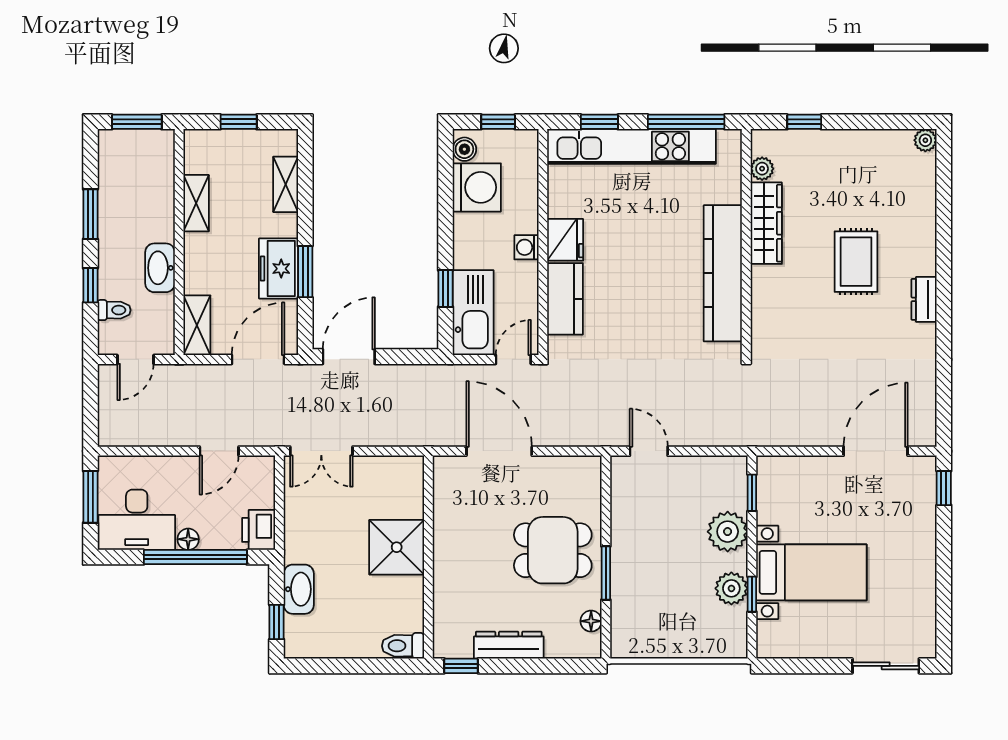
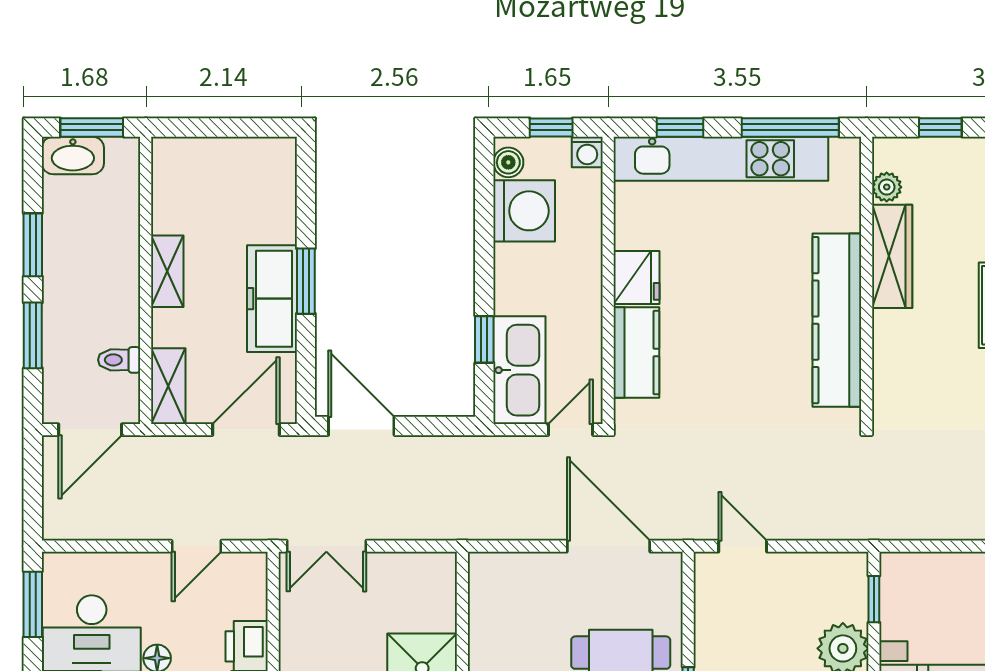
window: (239, 122) -> (221, 127), removed
shelving: (286, 184) -> (281, 207), removed
shelving: (196, 203) -> (167, 271), moved
washing machine: (526, 247) -> (587, 152), moved, turned -90
washbasin: (160, 268) -> (73, 155), moved, turned -90
freezer: (278, 269) -> (272, 299), width x1.40
window: (305, 272) -> (306, 281), moved
window: (90, 285) -> (33, 335), width x1.50
toilet: (114, 310) -> (119, 360), moved, turned 180
door: (349, 357) -> (361, 426), hinge flipped
door: (135, 359) -> (90, 430), width x1.38
door: (499, 451) -> (608, 546), moved

